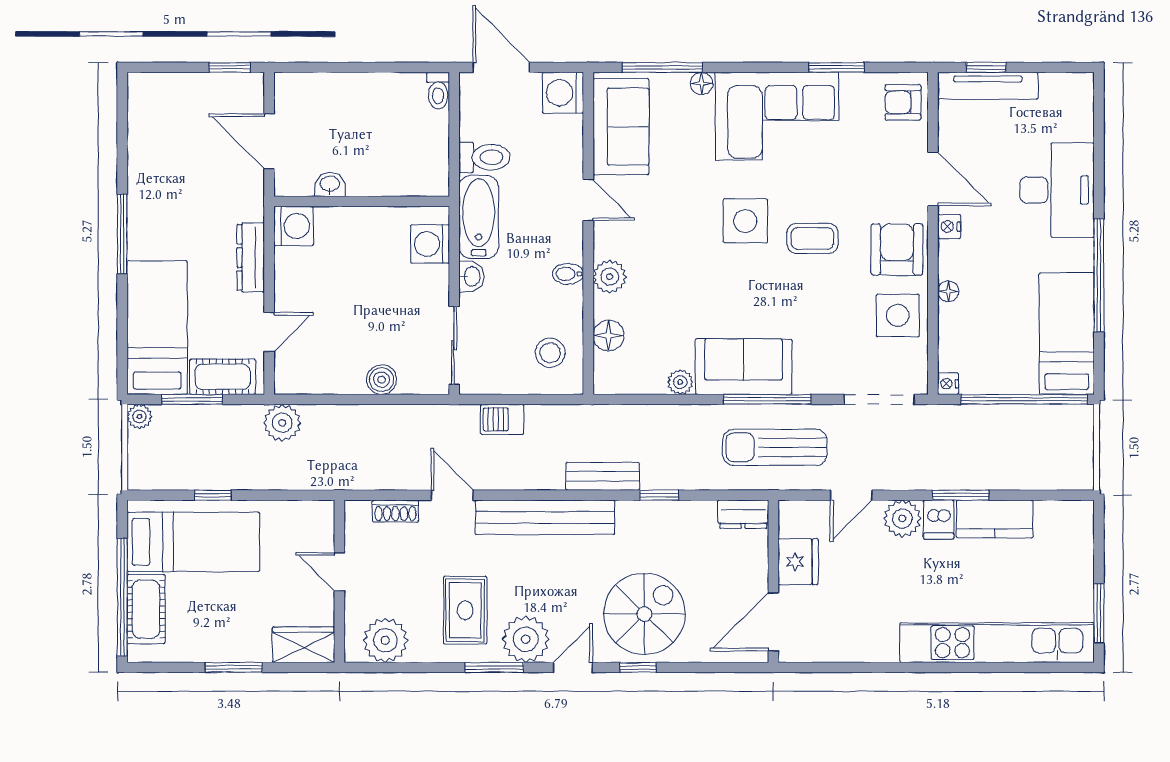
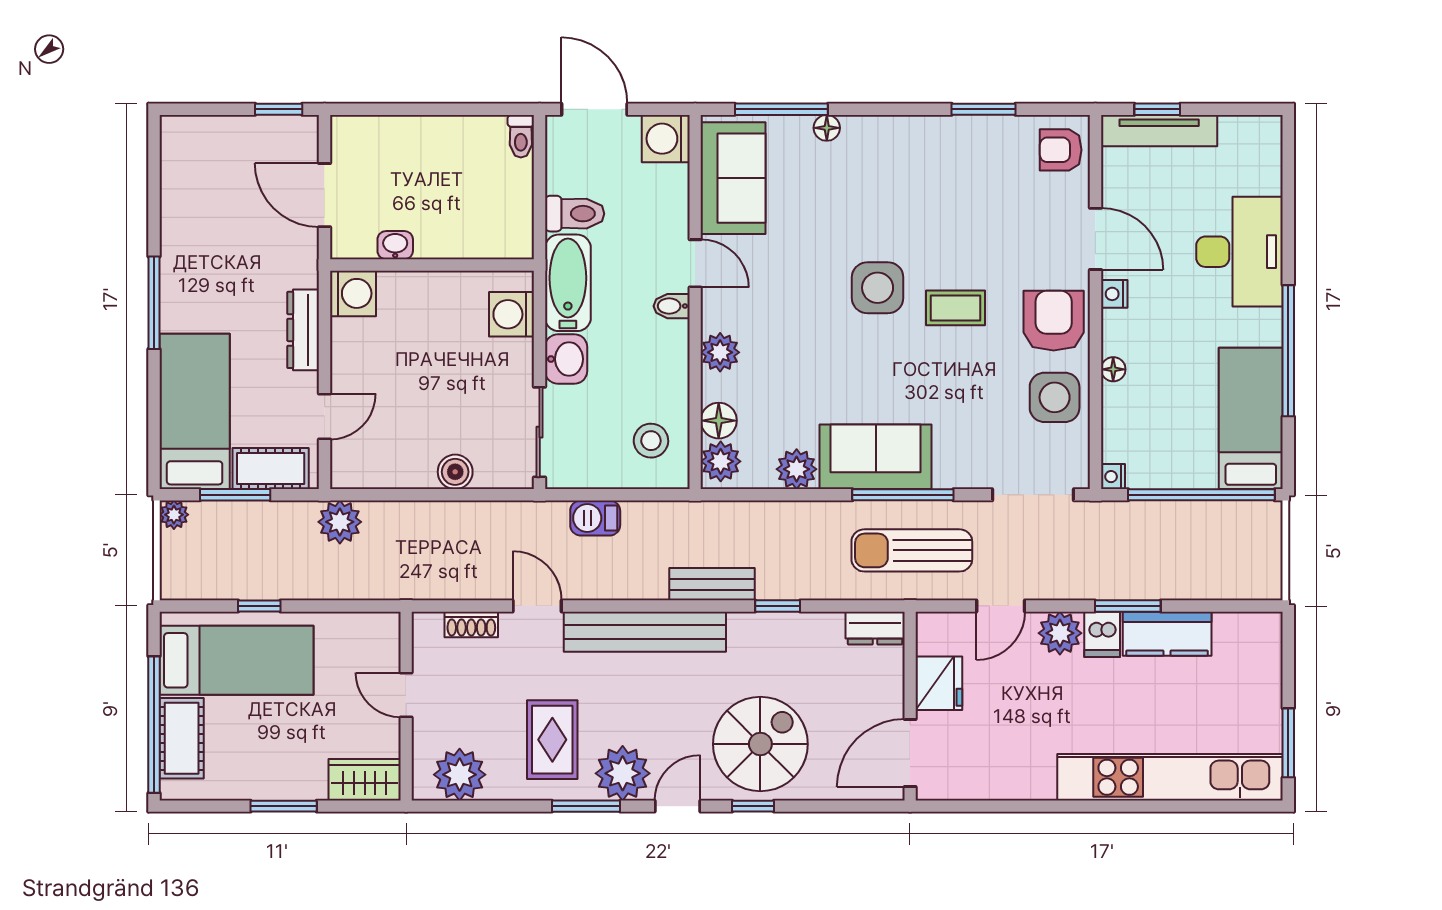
corner sofa: (777, 116) -> (914, 166), removed
bidet: (568, 274) -> (672, 306), moved
washbasin: (471, 277) -> (566, 359), width x1.38, depth x1.45
plant: (610, 371) -> (721, 461), added
plant: (680, 382) -> (797, 469), width x1.38, depth x1.38

